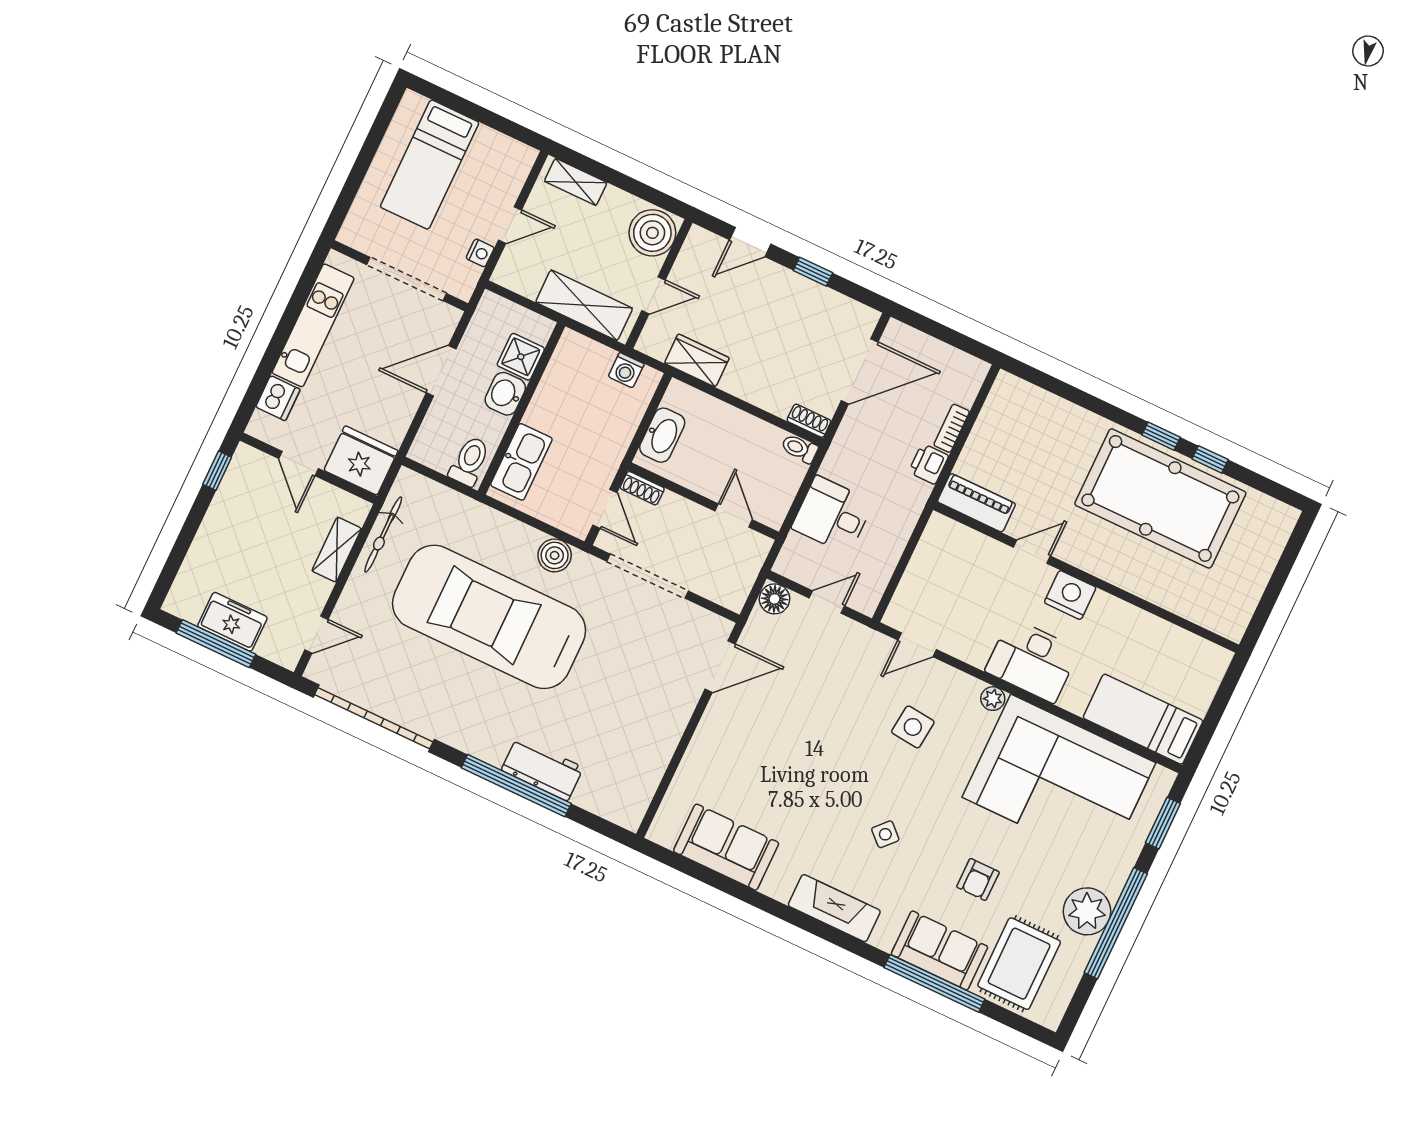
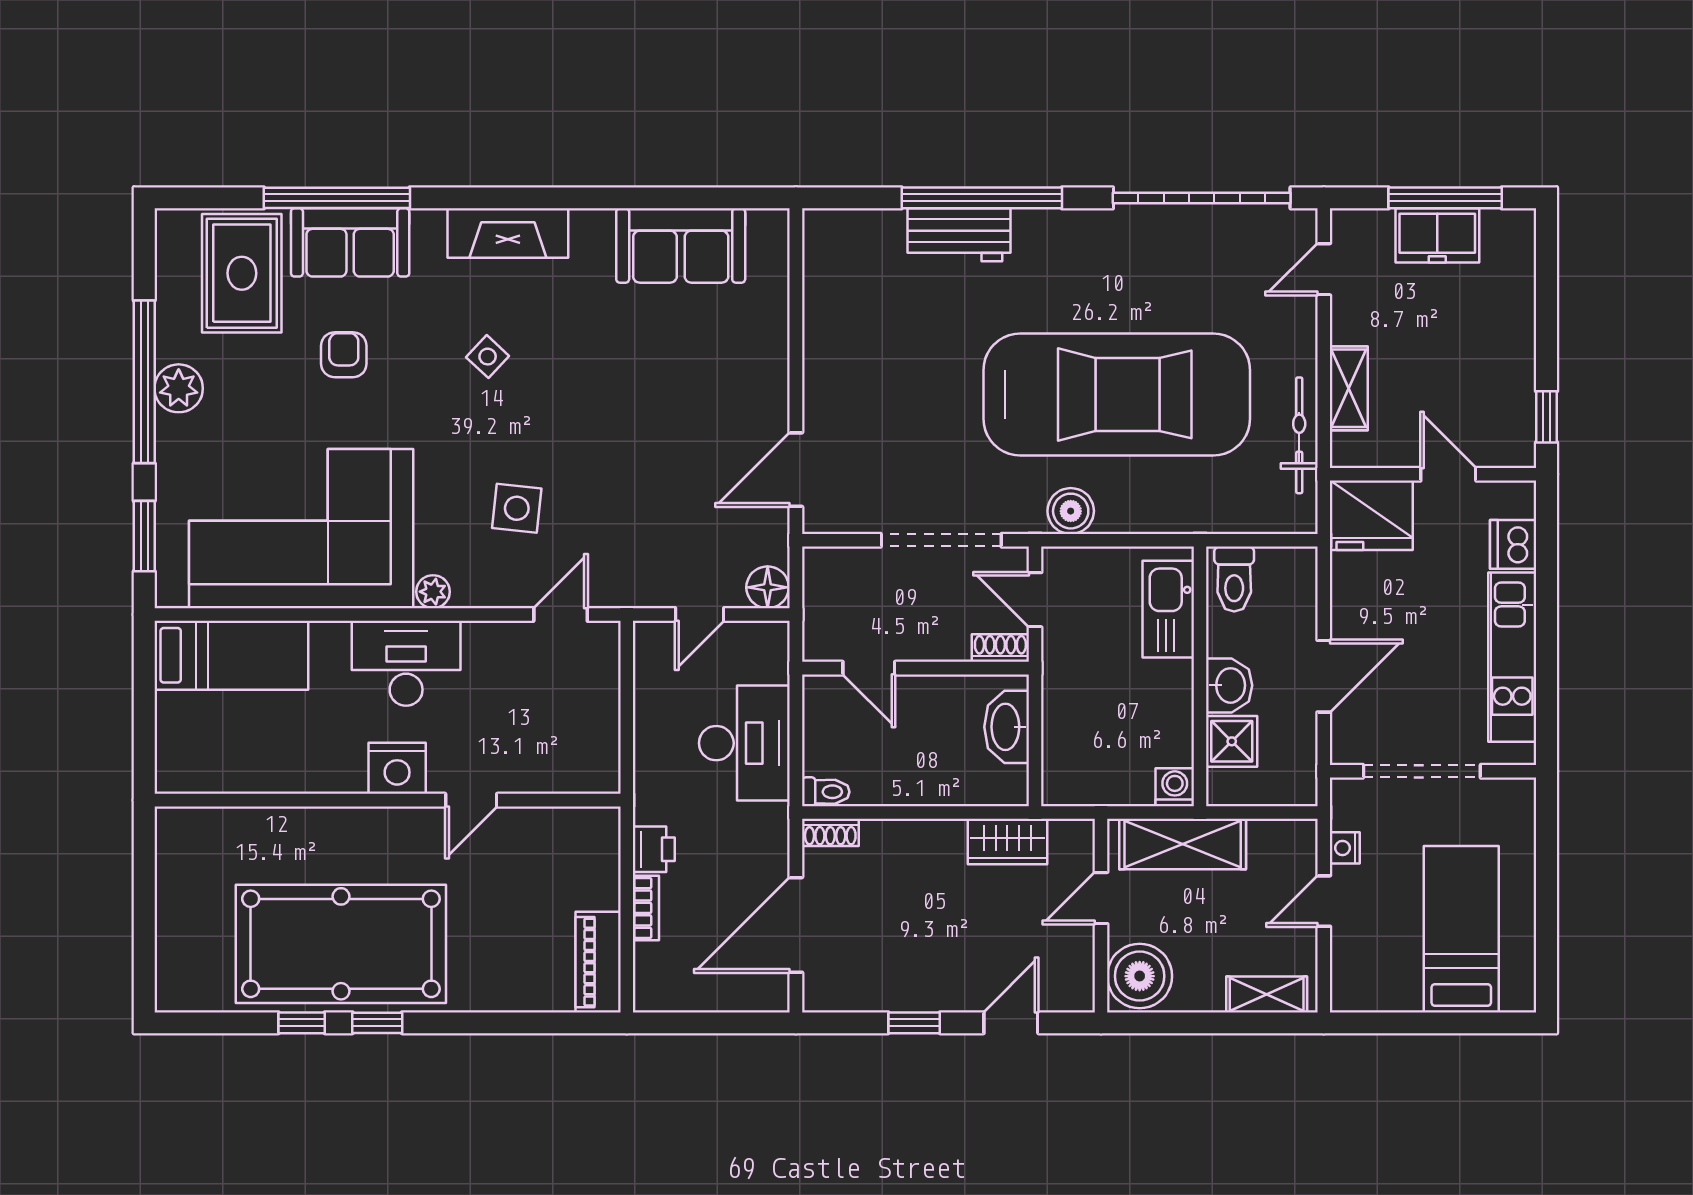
washing machine: (626, 370) -> (1175, 787), moved
piano: (976, 503) -> (598, 962), moved, turned 90
desk: (832, 515) -> (744, 743), width x1.37
plant: (1087, 911) -> (179, 388), width x0.73, depth x0.73

